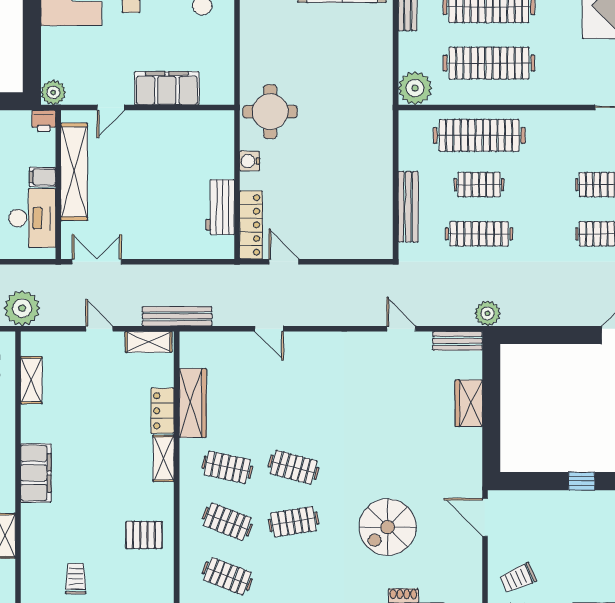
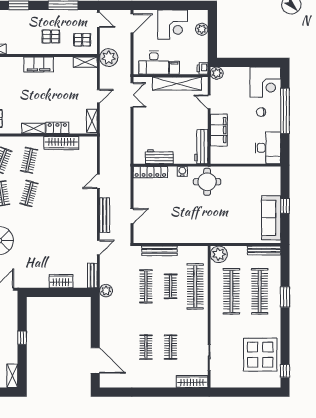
workbench: (200, 123) -> (201, 147), added
door: (284, 262) -> (132, 216), moved
bench: (177, 316) -> (105, 215), moved
shelving: (31, 380) -> (85, 62), moved
filing cabinet: (36, 473) -> (39, 64), moved

